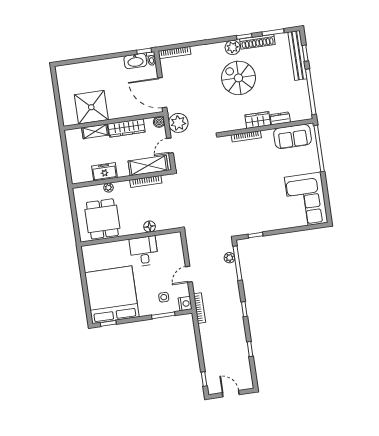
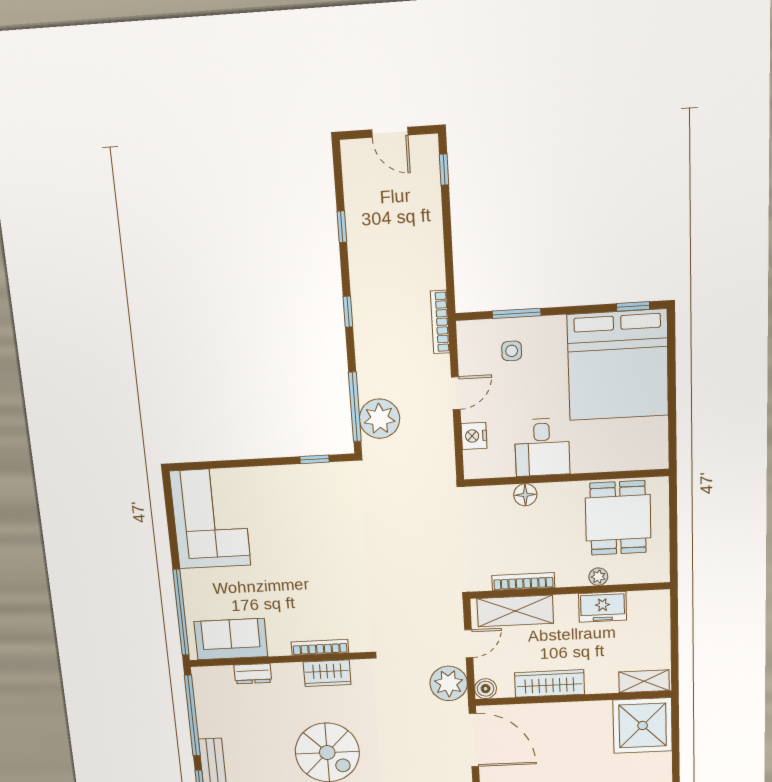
shower: (91, 107) -> (643, 725), moved
wardrobe: (258, 120) -> (327, 673), moved
shelving: (95, 131) -> (644, 681), moved
plant: (230, 258) -> (379, 419), width x1.88, depth x1.88
nightstand: (185, 304) -> (474, 436), moved

